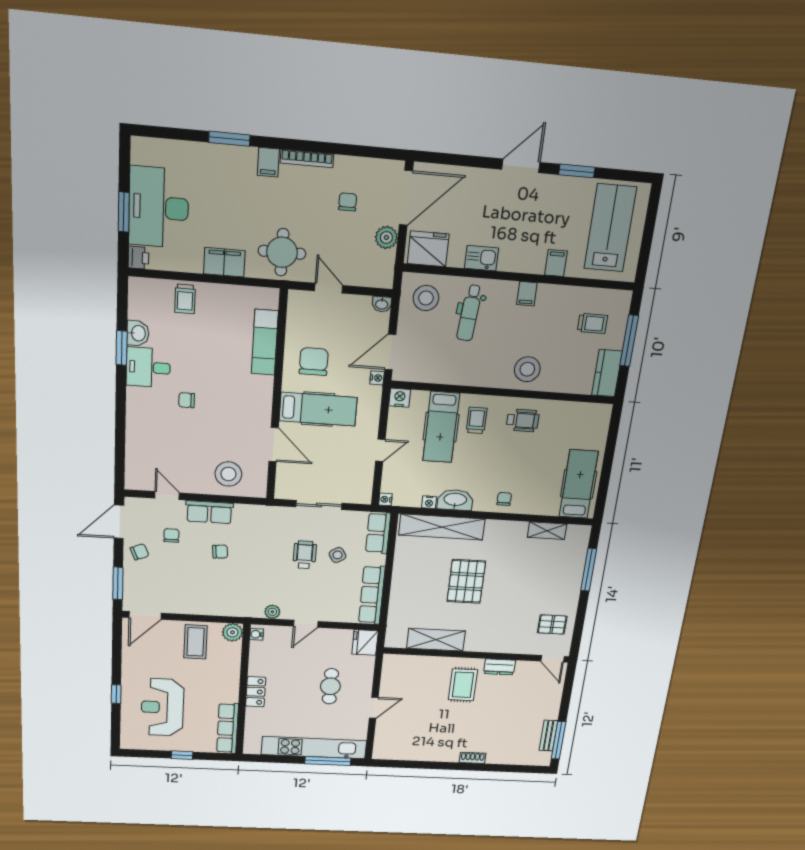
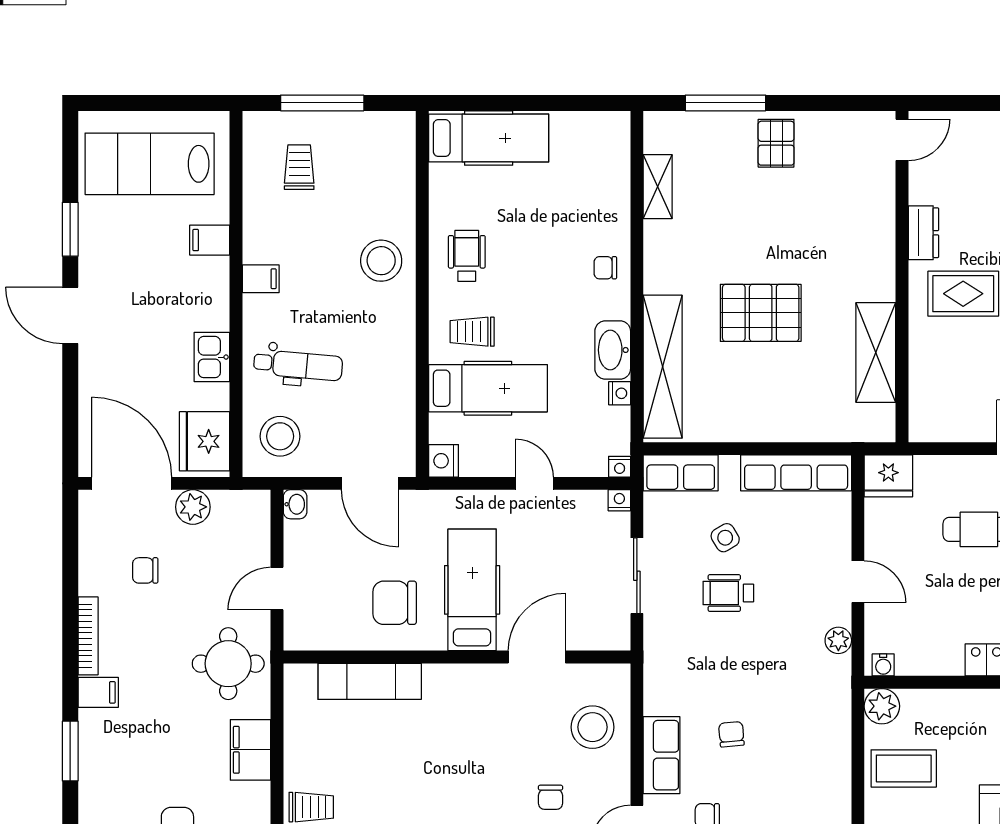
kitchen counter: (607, 373) -> (378, 130), removed
nightstand: (377, 378) -> (619, 500), moved
chair: (187, 400) -> (550, 797), moved
hospital bed: (579, 484) -> (489, 138), moved, turned 180
pallet: (552, 624) -> (776, 143), moved

